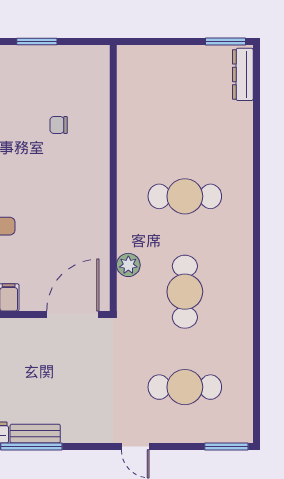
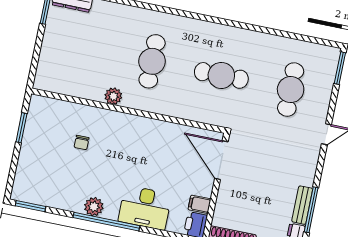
window: (37, 42) -> (21, 128), moved
plant: (128, 265) -> (113, 96), moved

